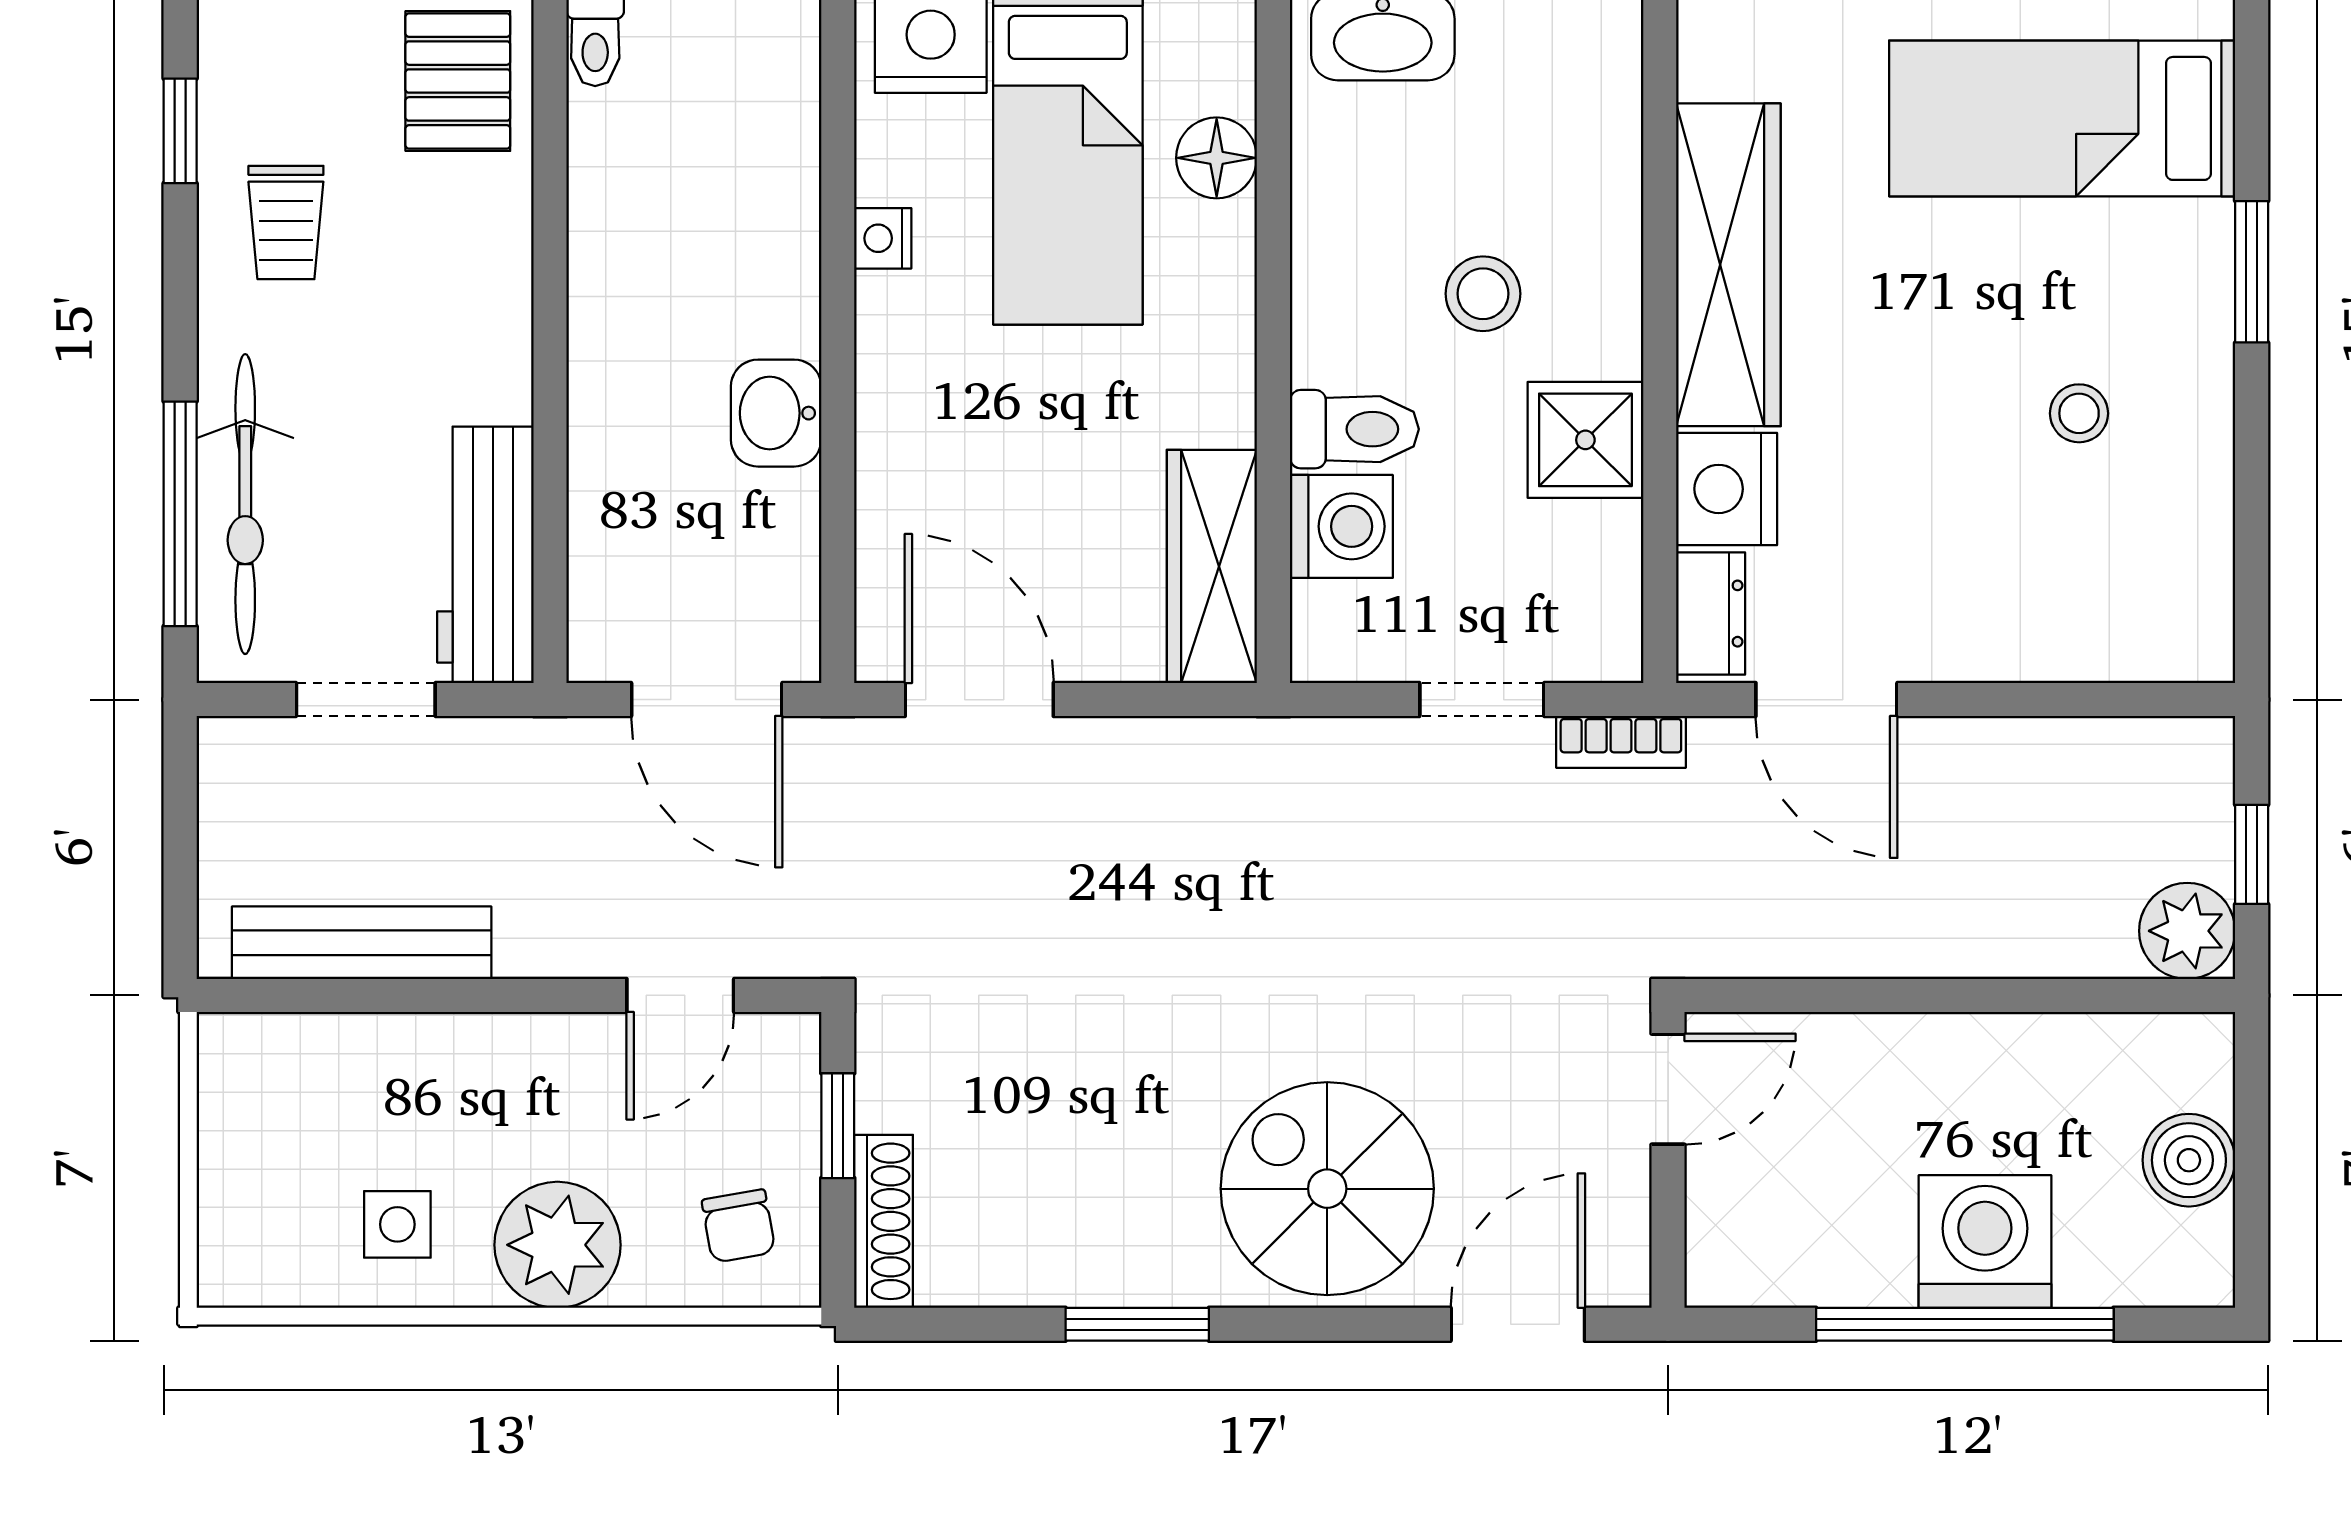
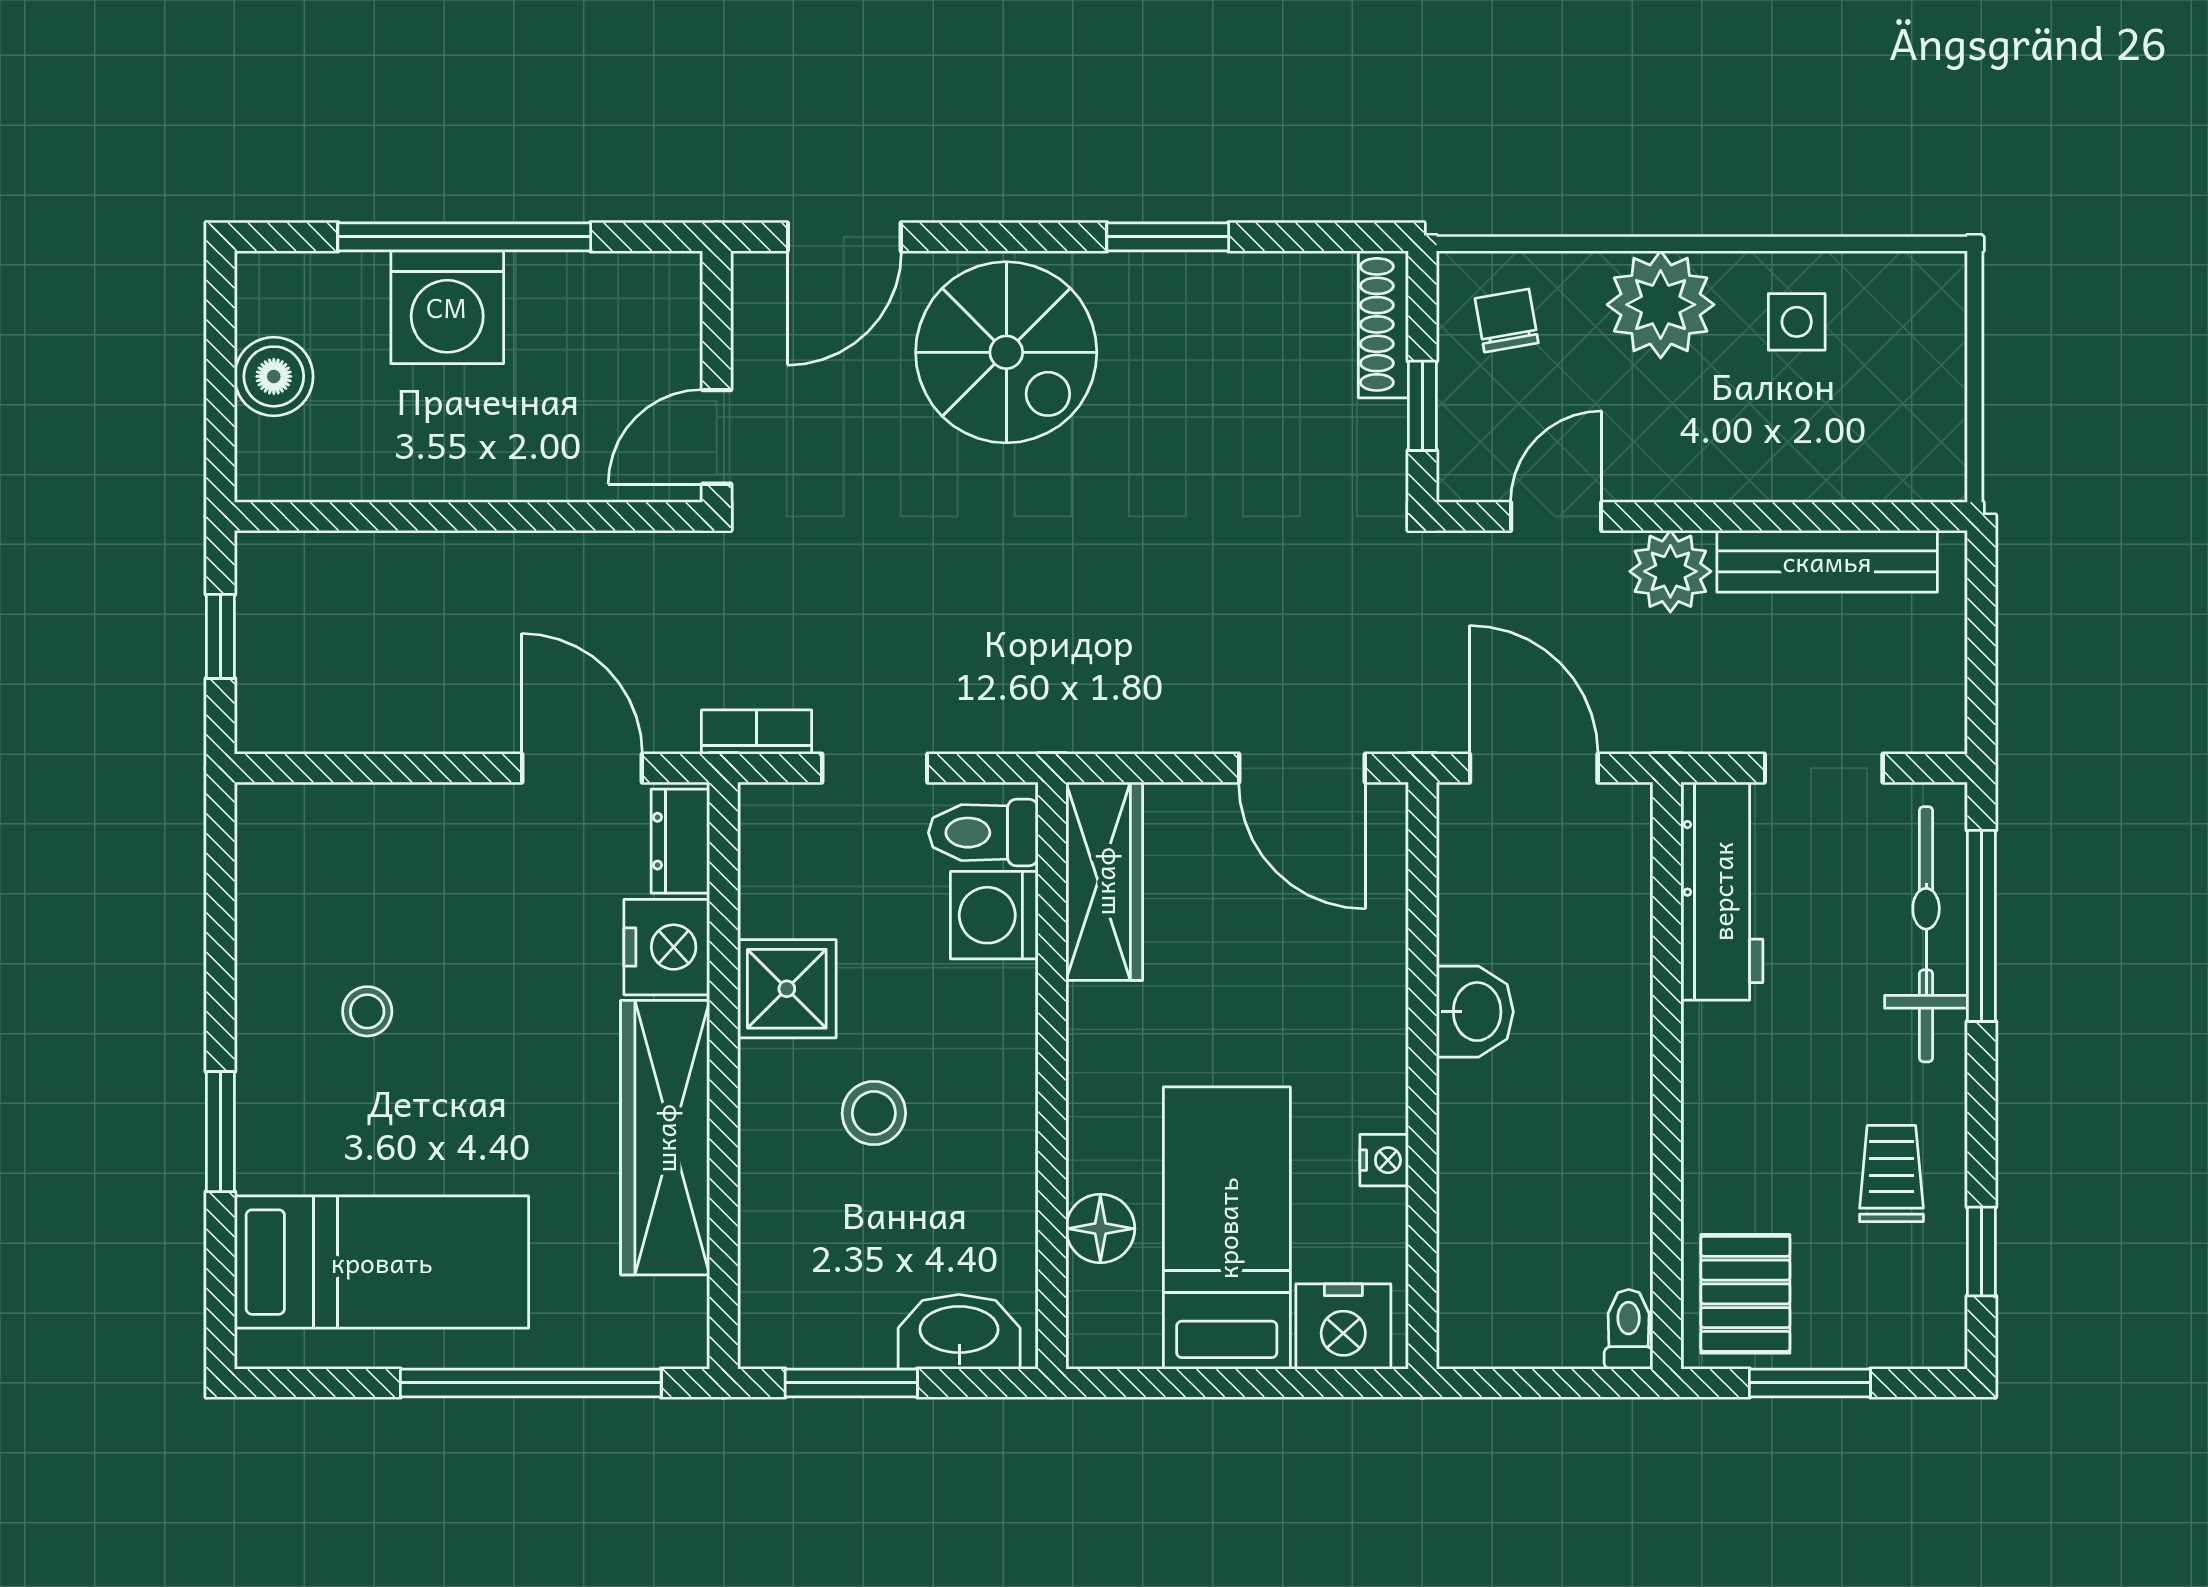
toilet: (1354, 429) -> (983, 833), moved
plant: (2187, 931) -> (1670, 571), moved

